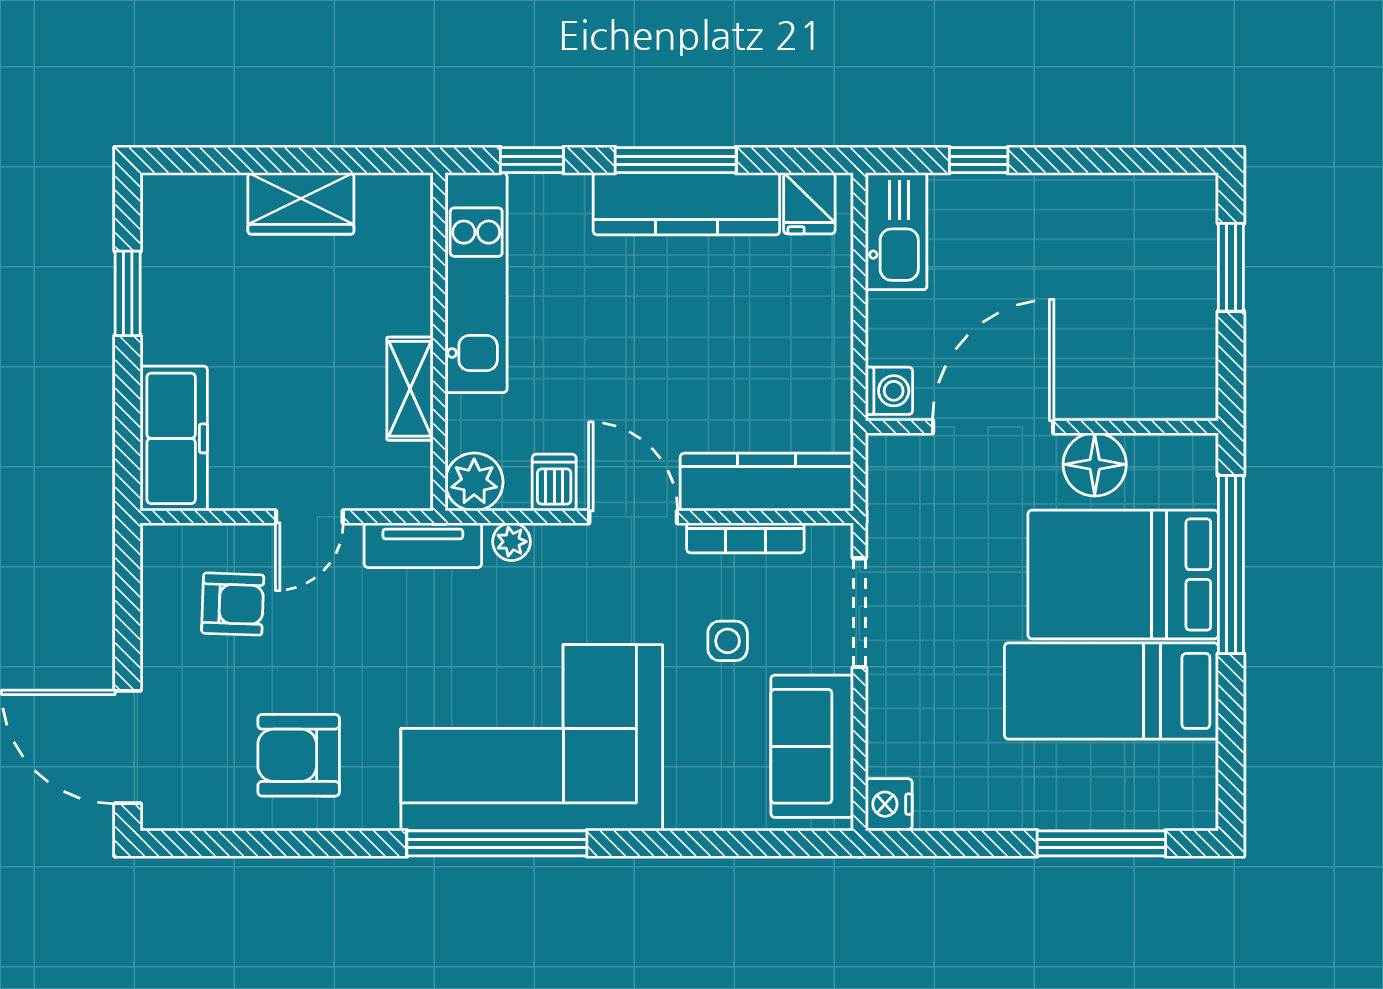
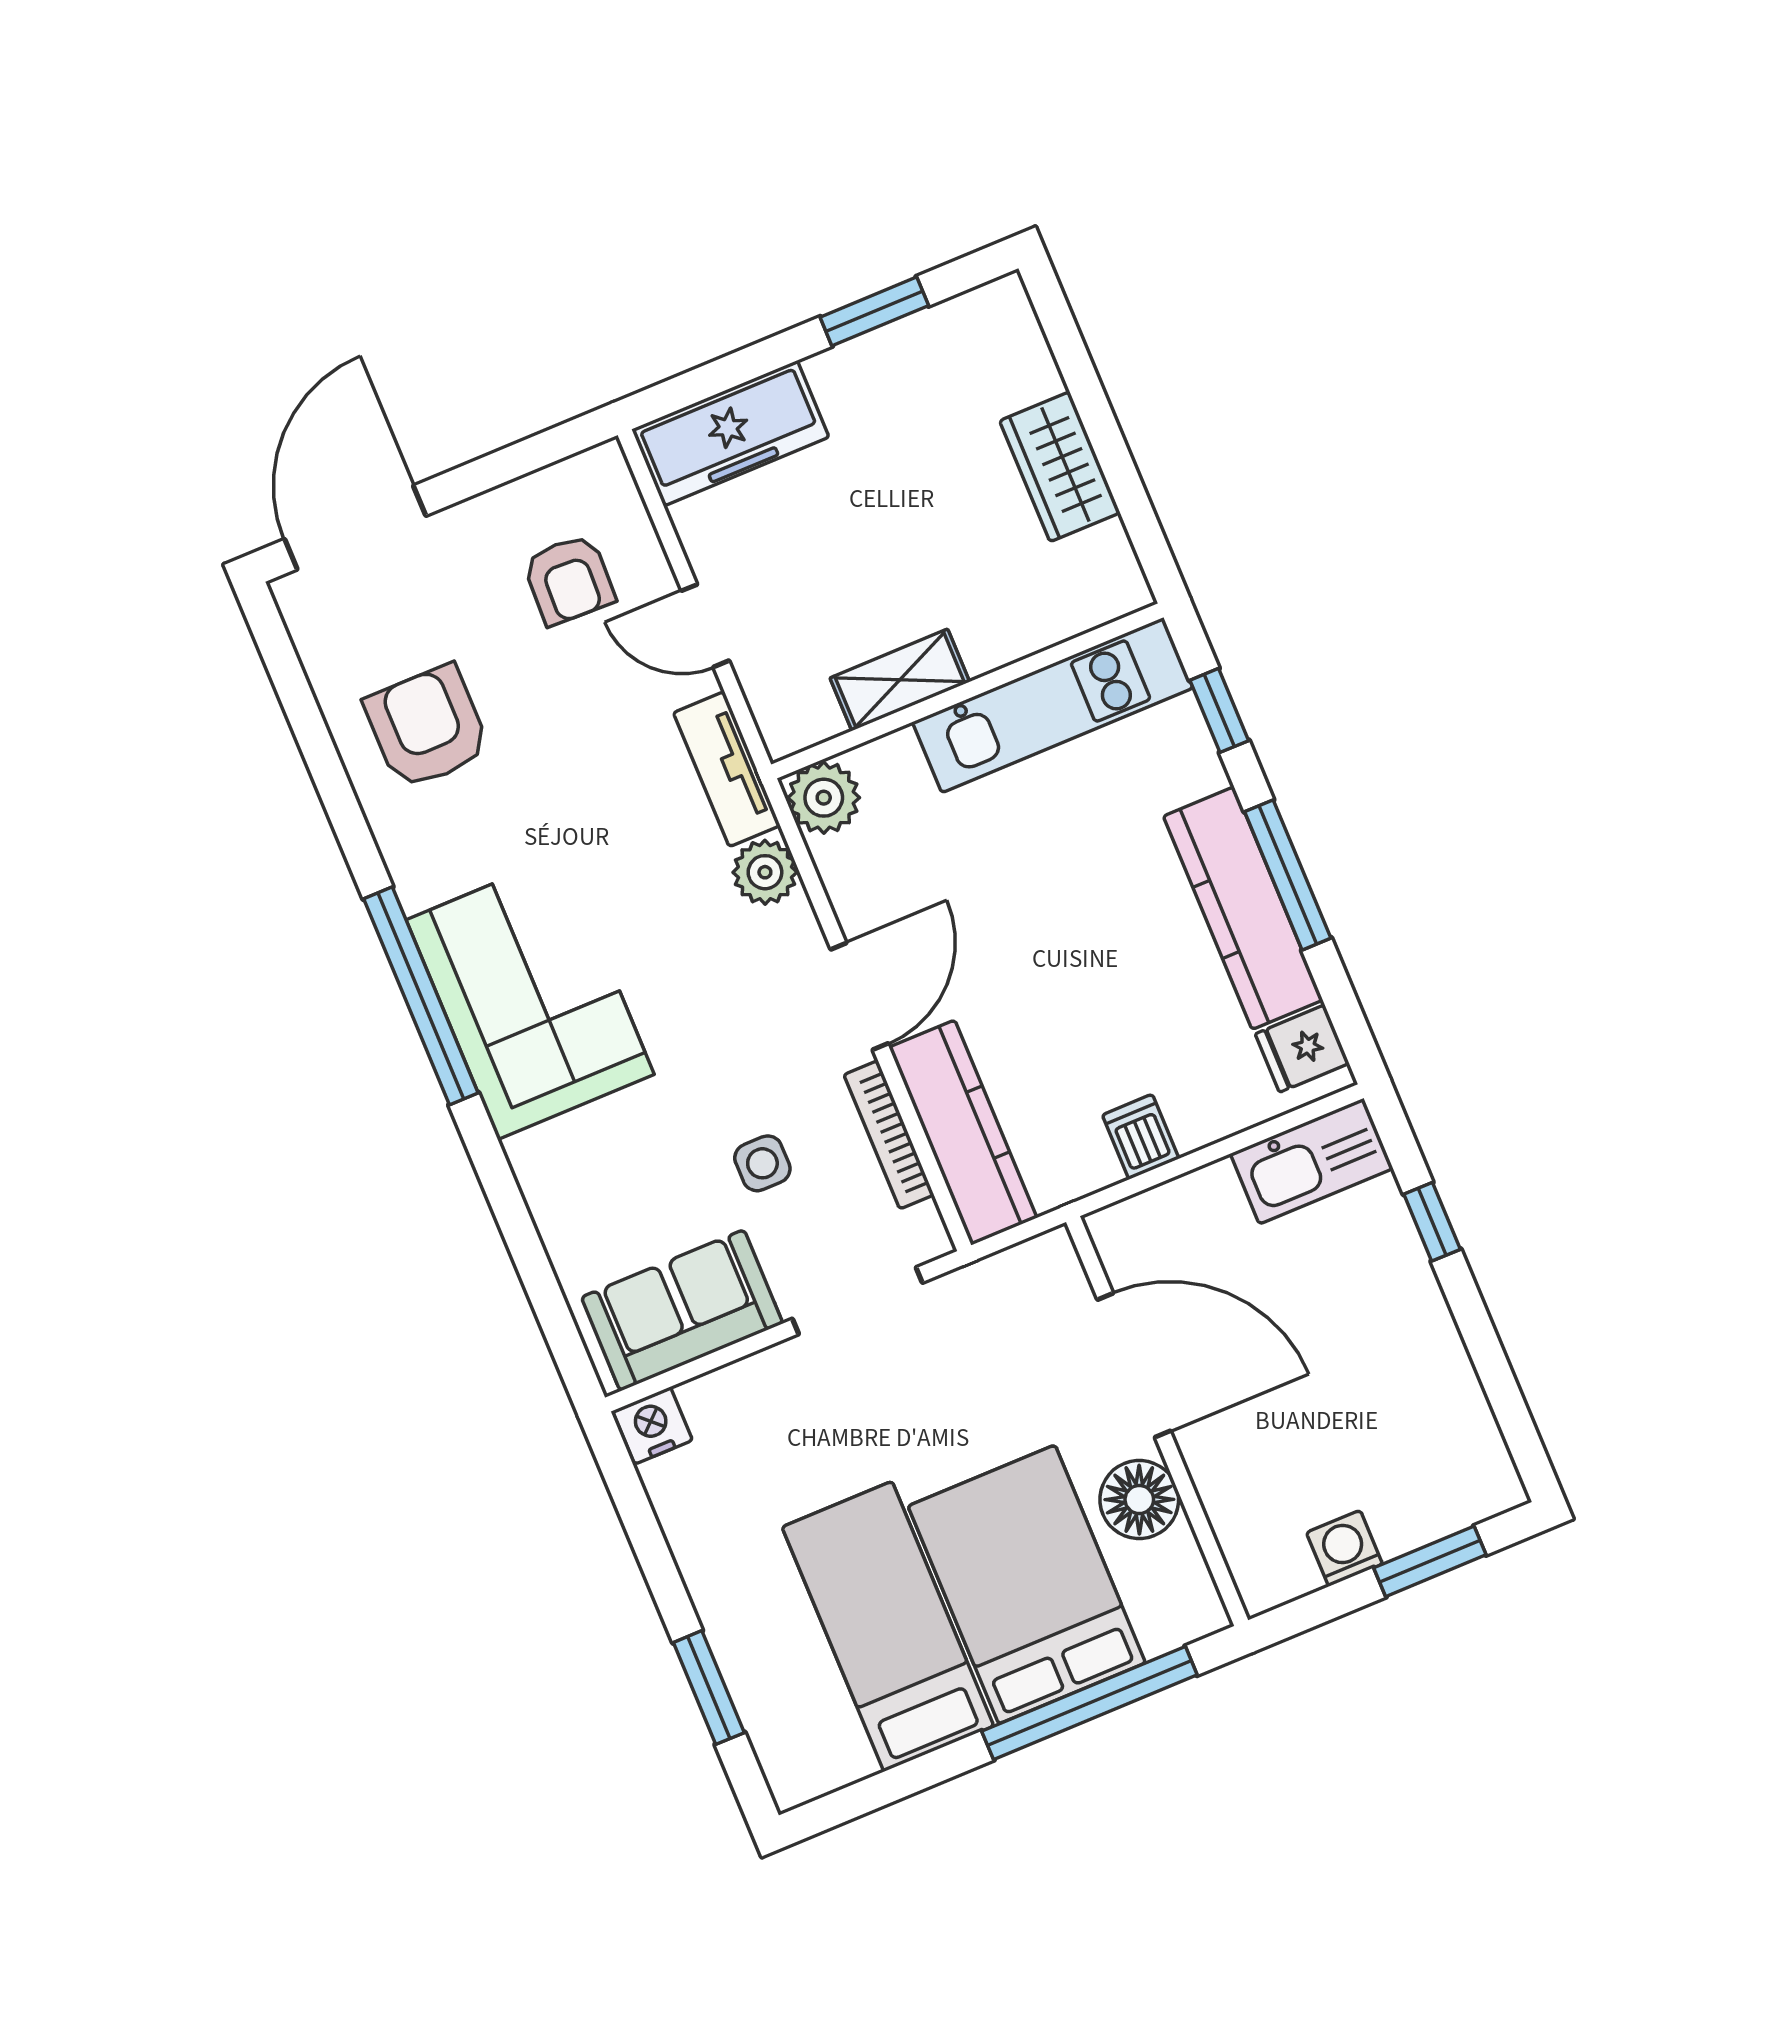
washing machine: (889, 391) -> (1344, 1548), moved, turned 180
dishwasher: (554, 482) -> (1141, 1137), moved, turned -90
plant: (511, 542) -> (765, 872), width x1.38, depth x1.38
corner sofa: (532, 738) -> (530, 997), width x0.73, depth x0.74
window: (1101, 843) -> (709, 1688), width x0.69

